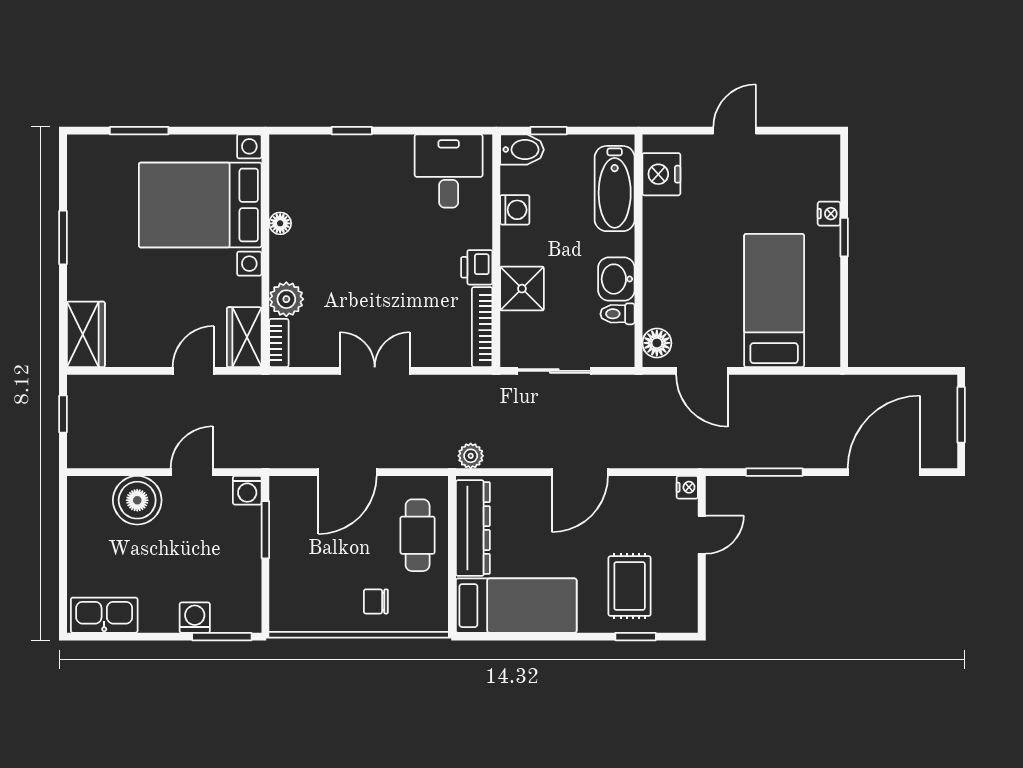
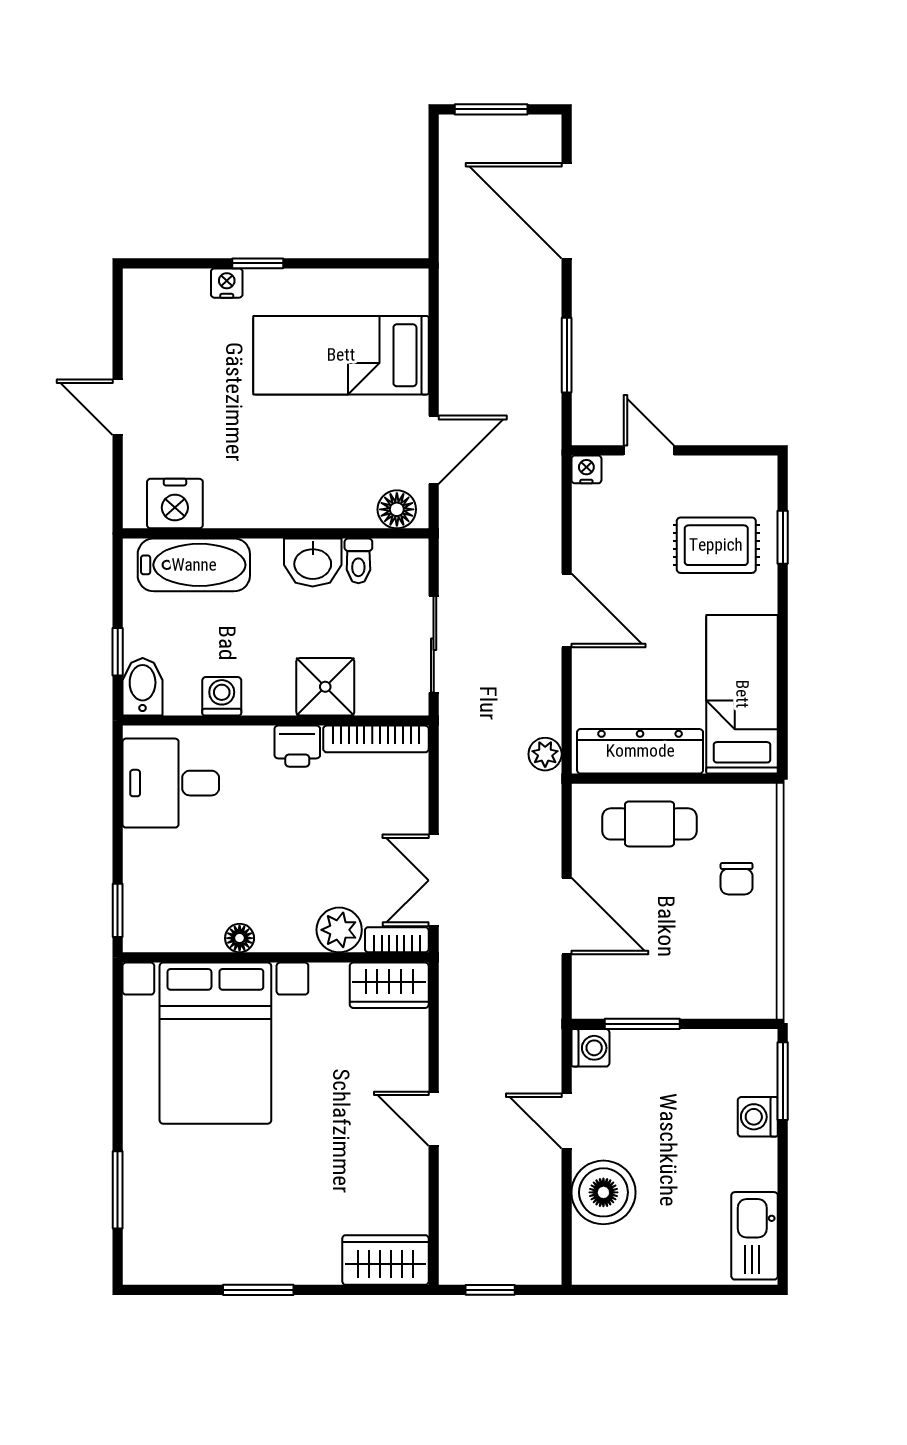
bed with nightstands: (200, 205) -> (215, 1043), moved
floor lamp: (280, 223) -> (240, 938), moved
wall: (265, 251) -> (276, 957), moved
plant: (286, 299) -> (339, 930), moved
wardrobe: (244, 337) -> (389, 985), moved
bookcase: (279, 343) -> (397, 940), moved

